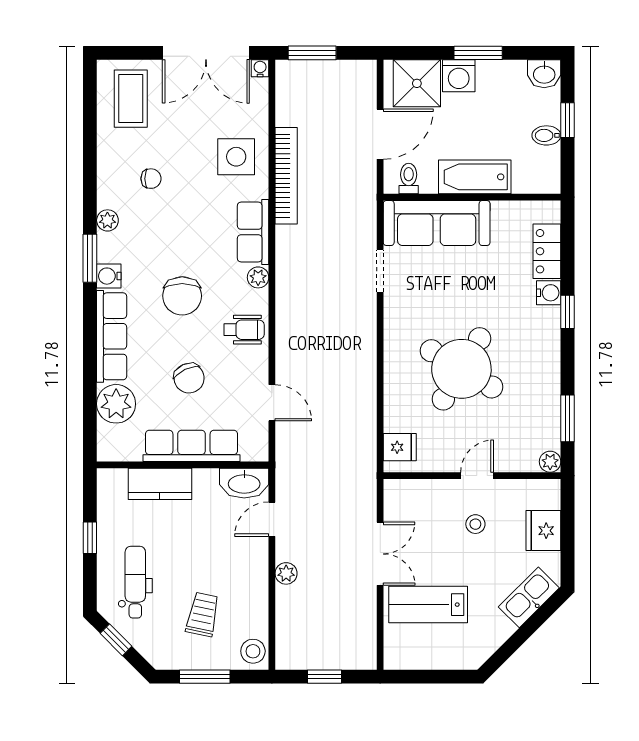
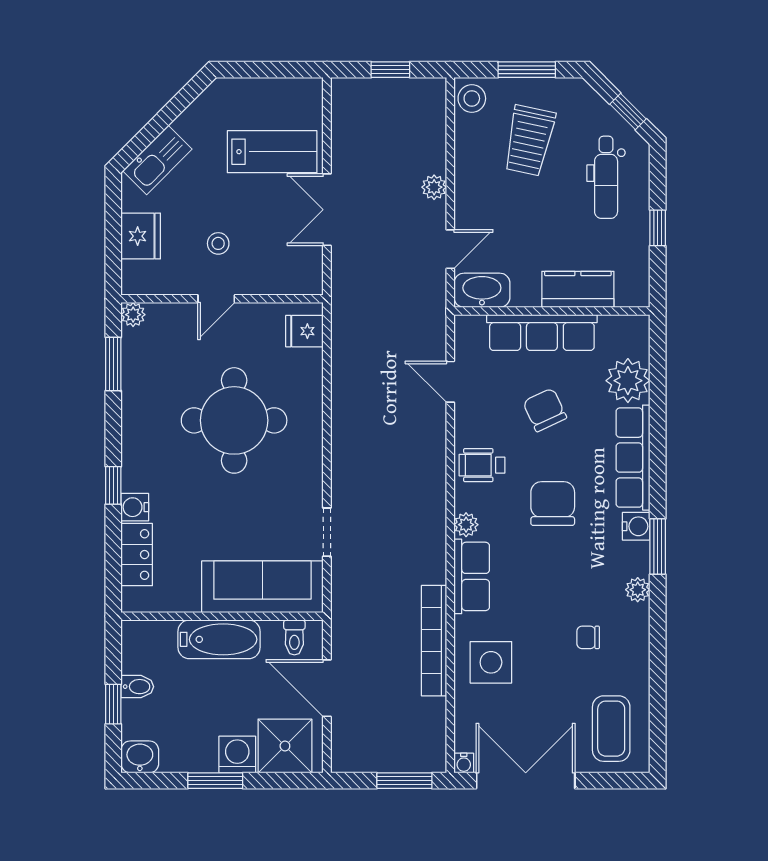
door: (380, 134) -> (327, 688), hinge flipped
round table: (461, 369) -> (234, 420), turned -31
trolley: (203, 614) -> (529, 140), width x1.36, depth x1.39

